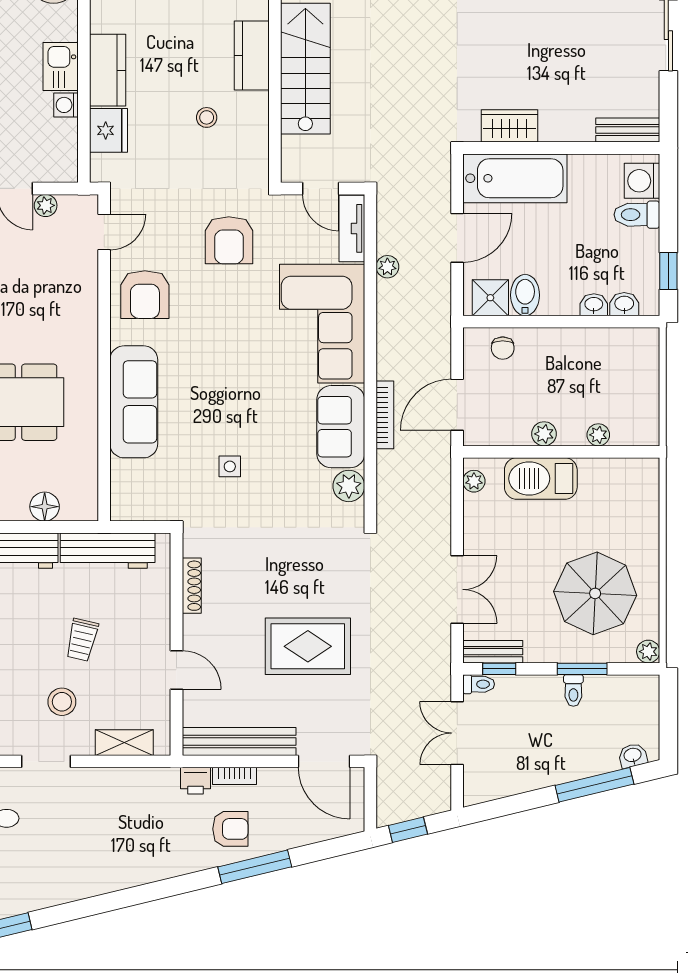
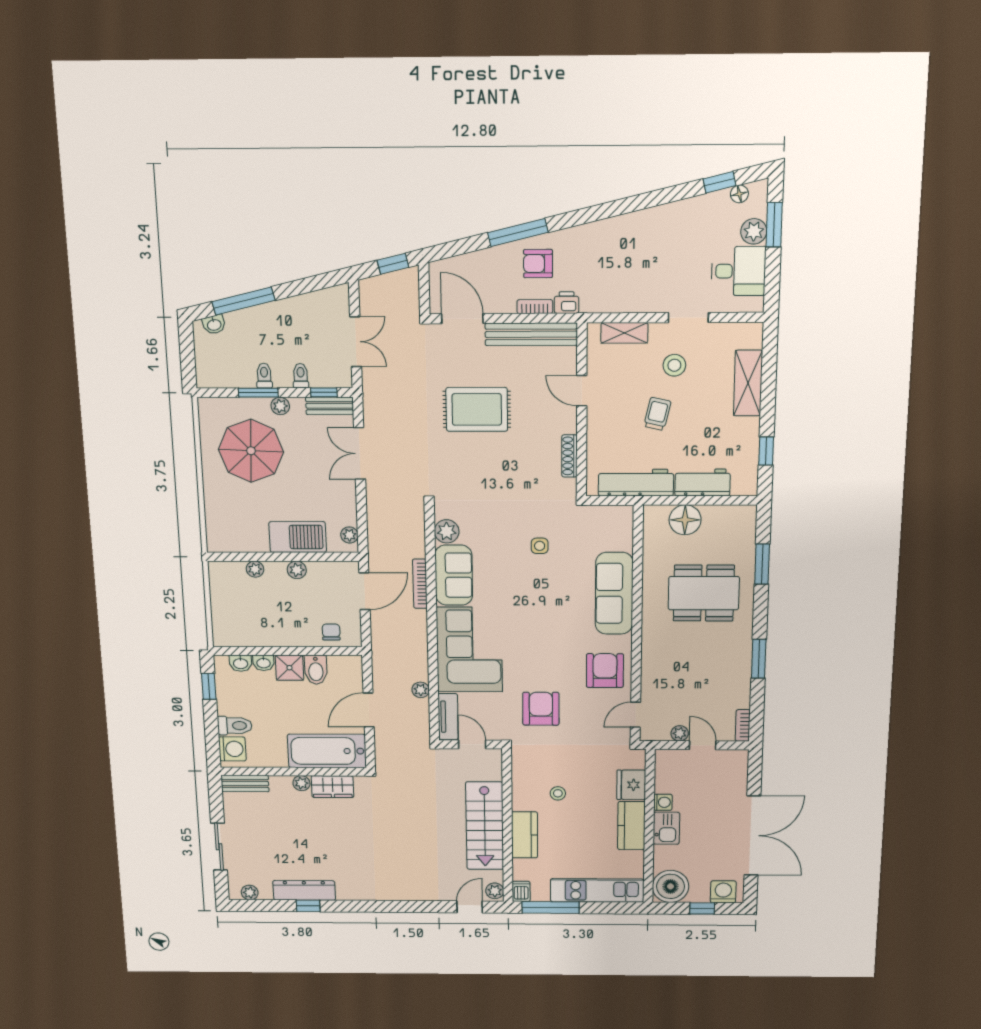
plant: (551, 131) -> (301, 783), added
shower: (490, 298) -> (289, 668), moved
floor lamp: (45, 507) -> (685, 520), width x1.38, depth x1.38
plant: (648, 652) -> (280, 406), moved
toilet: (479, 684) -> (301, 376), moved, turned 90

